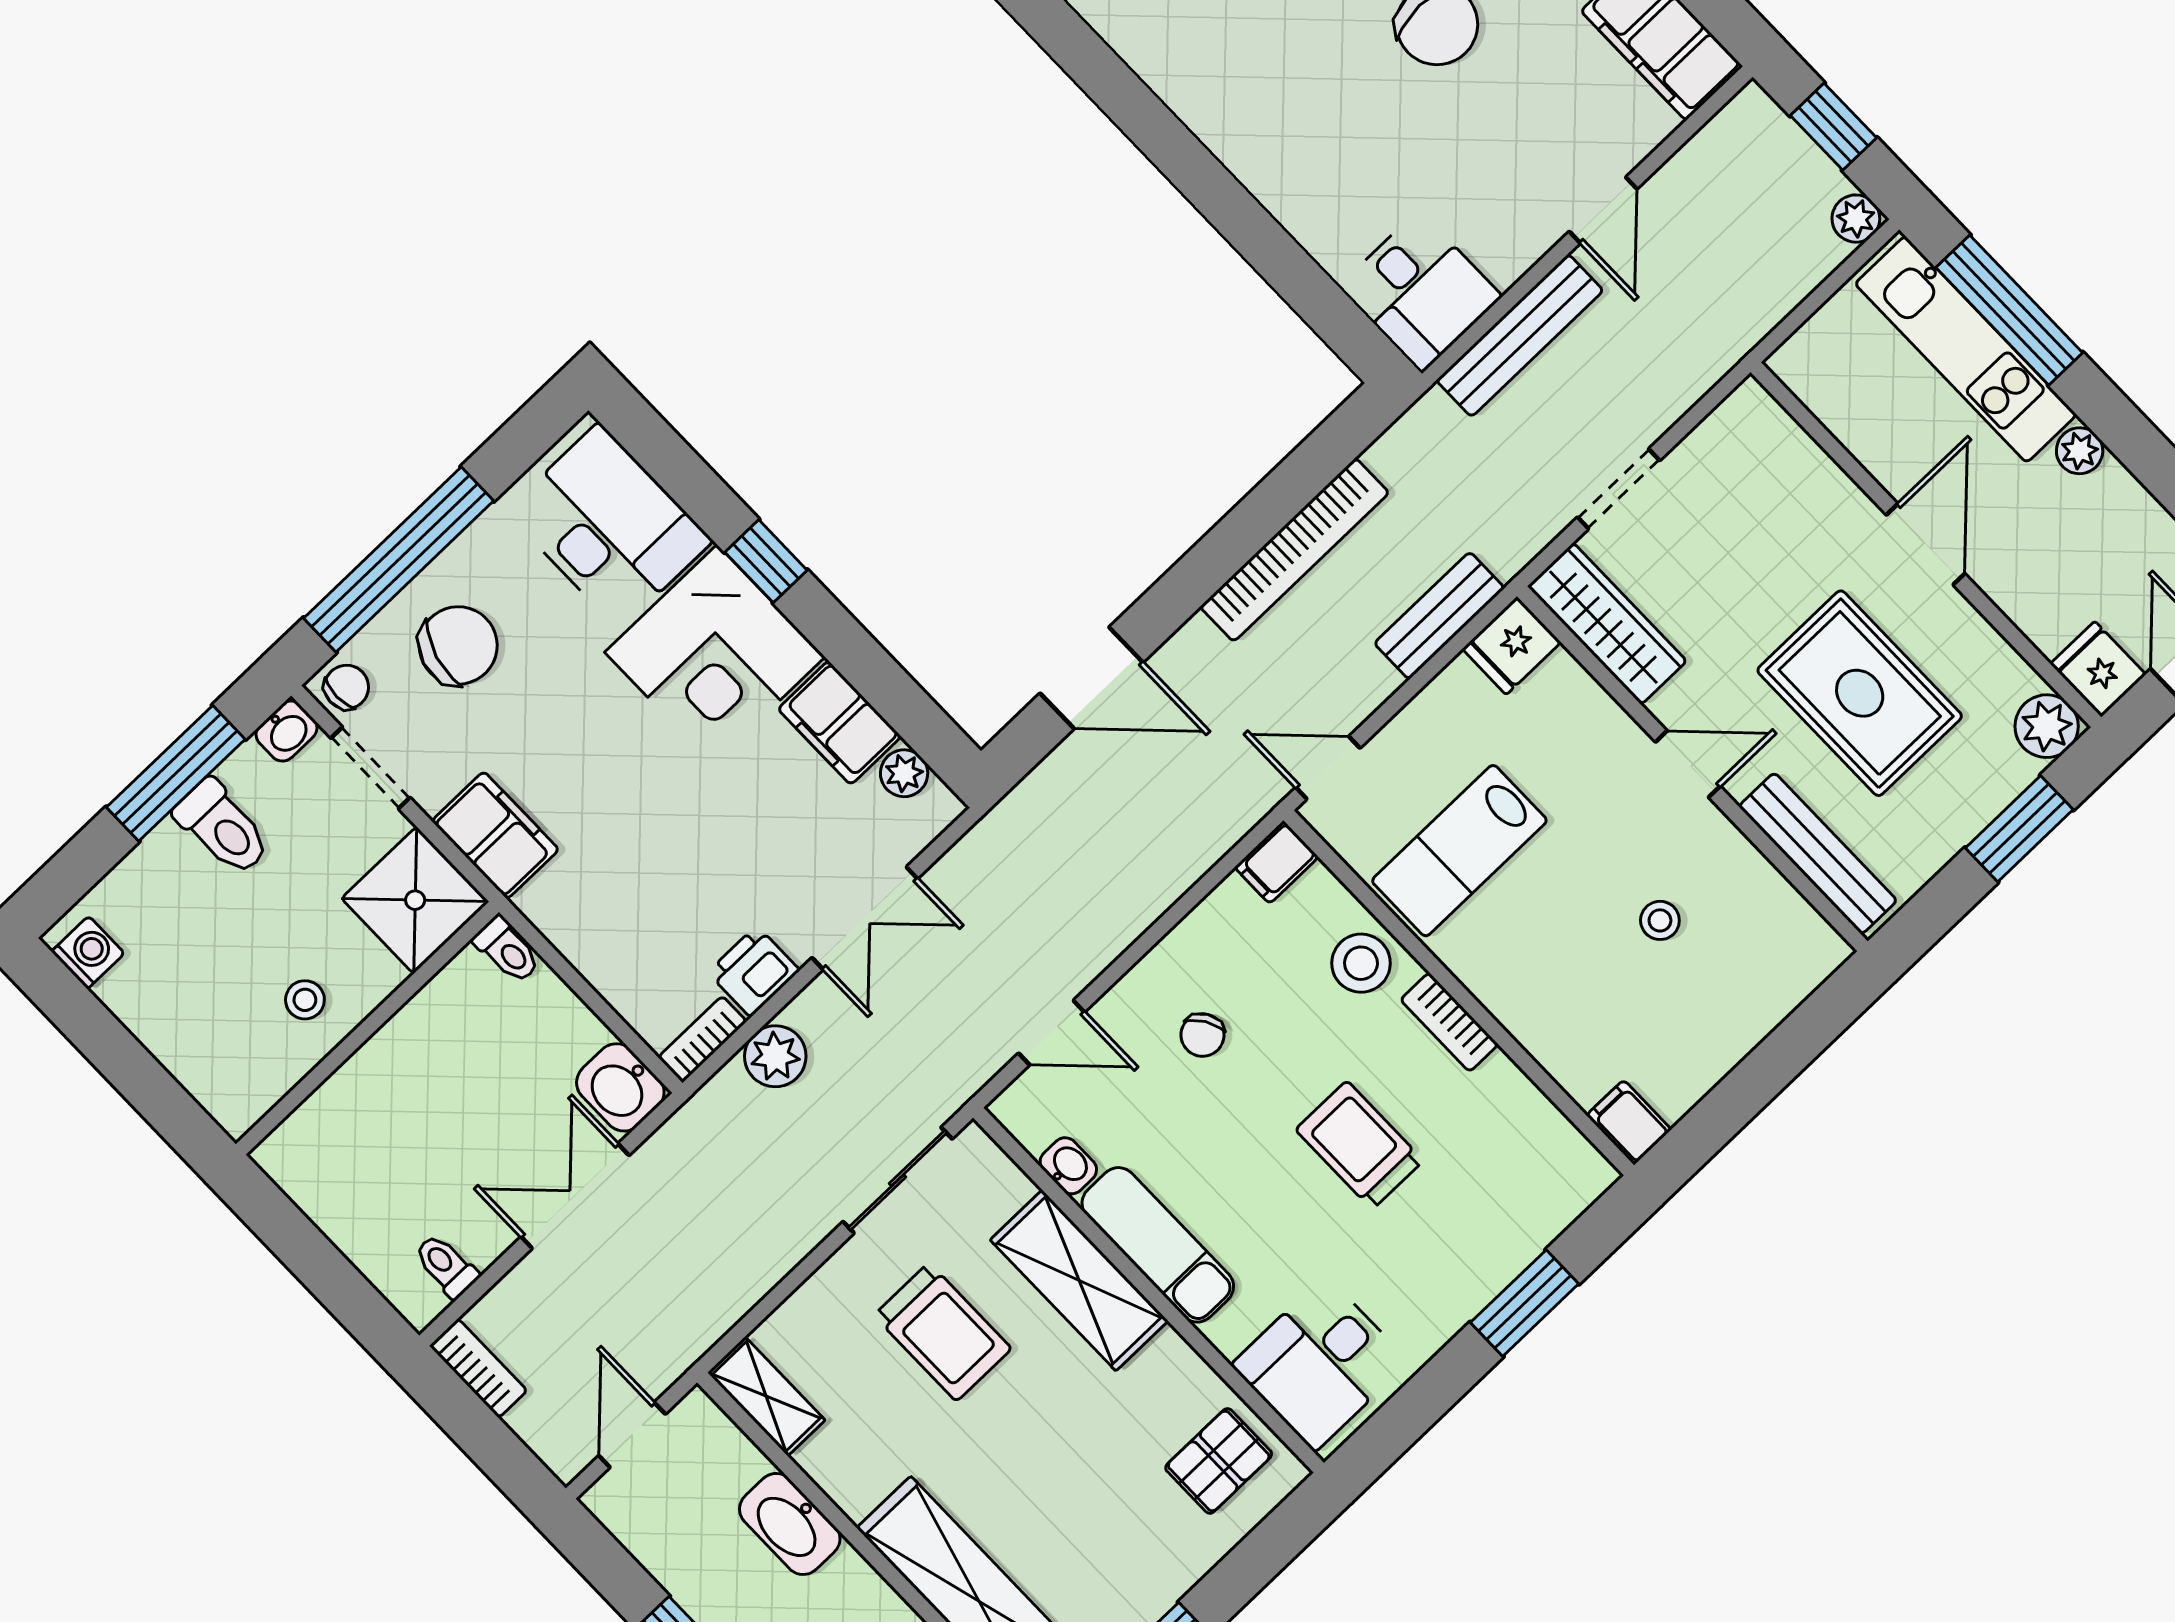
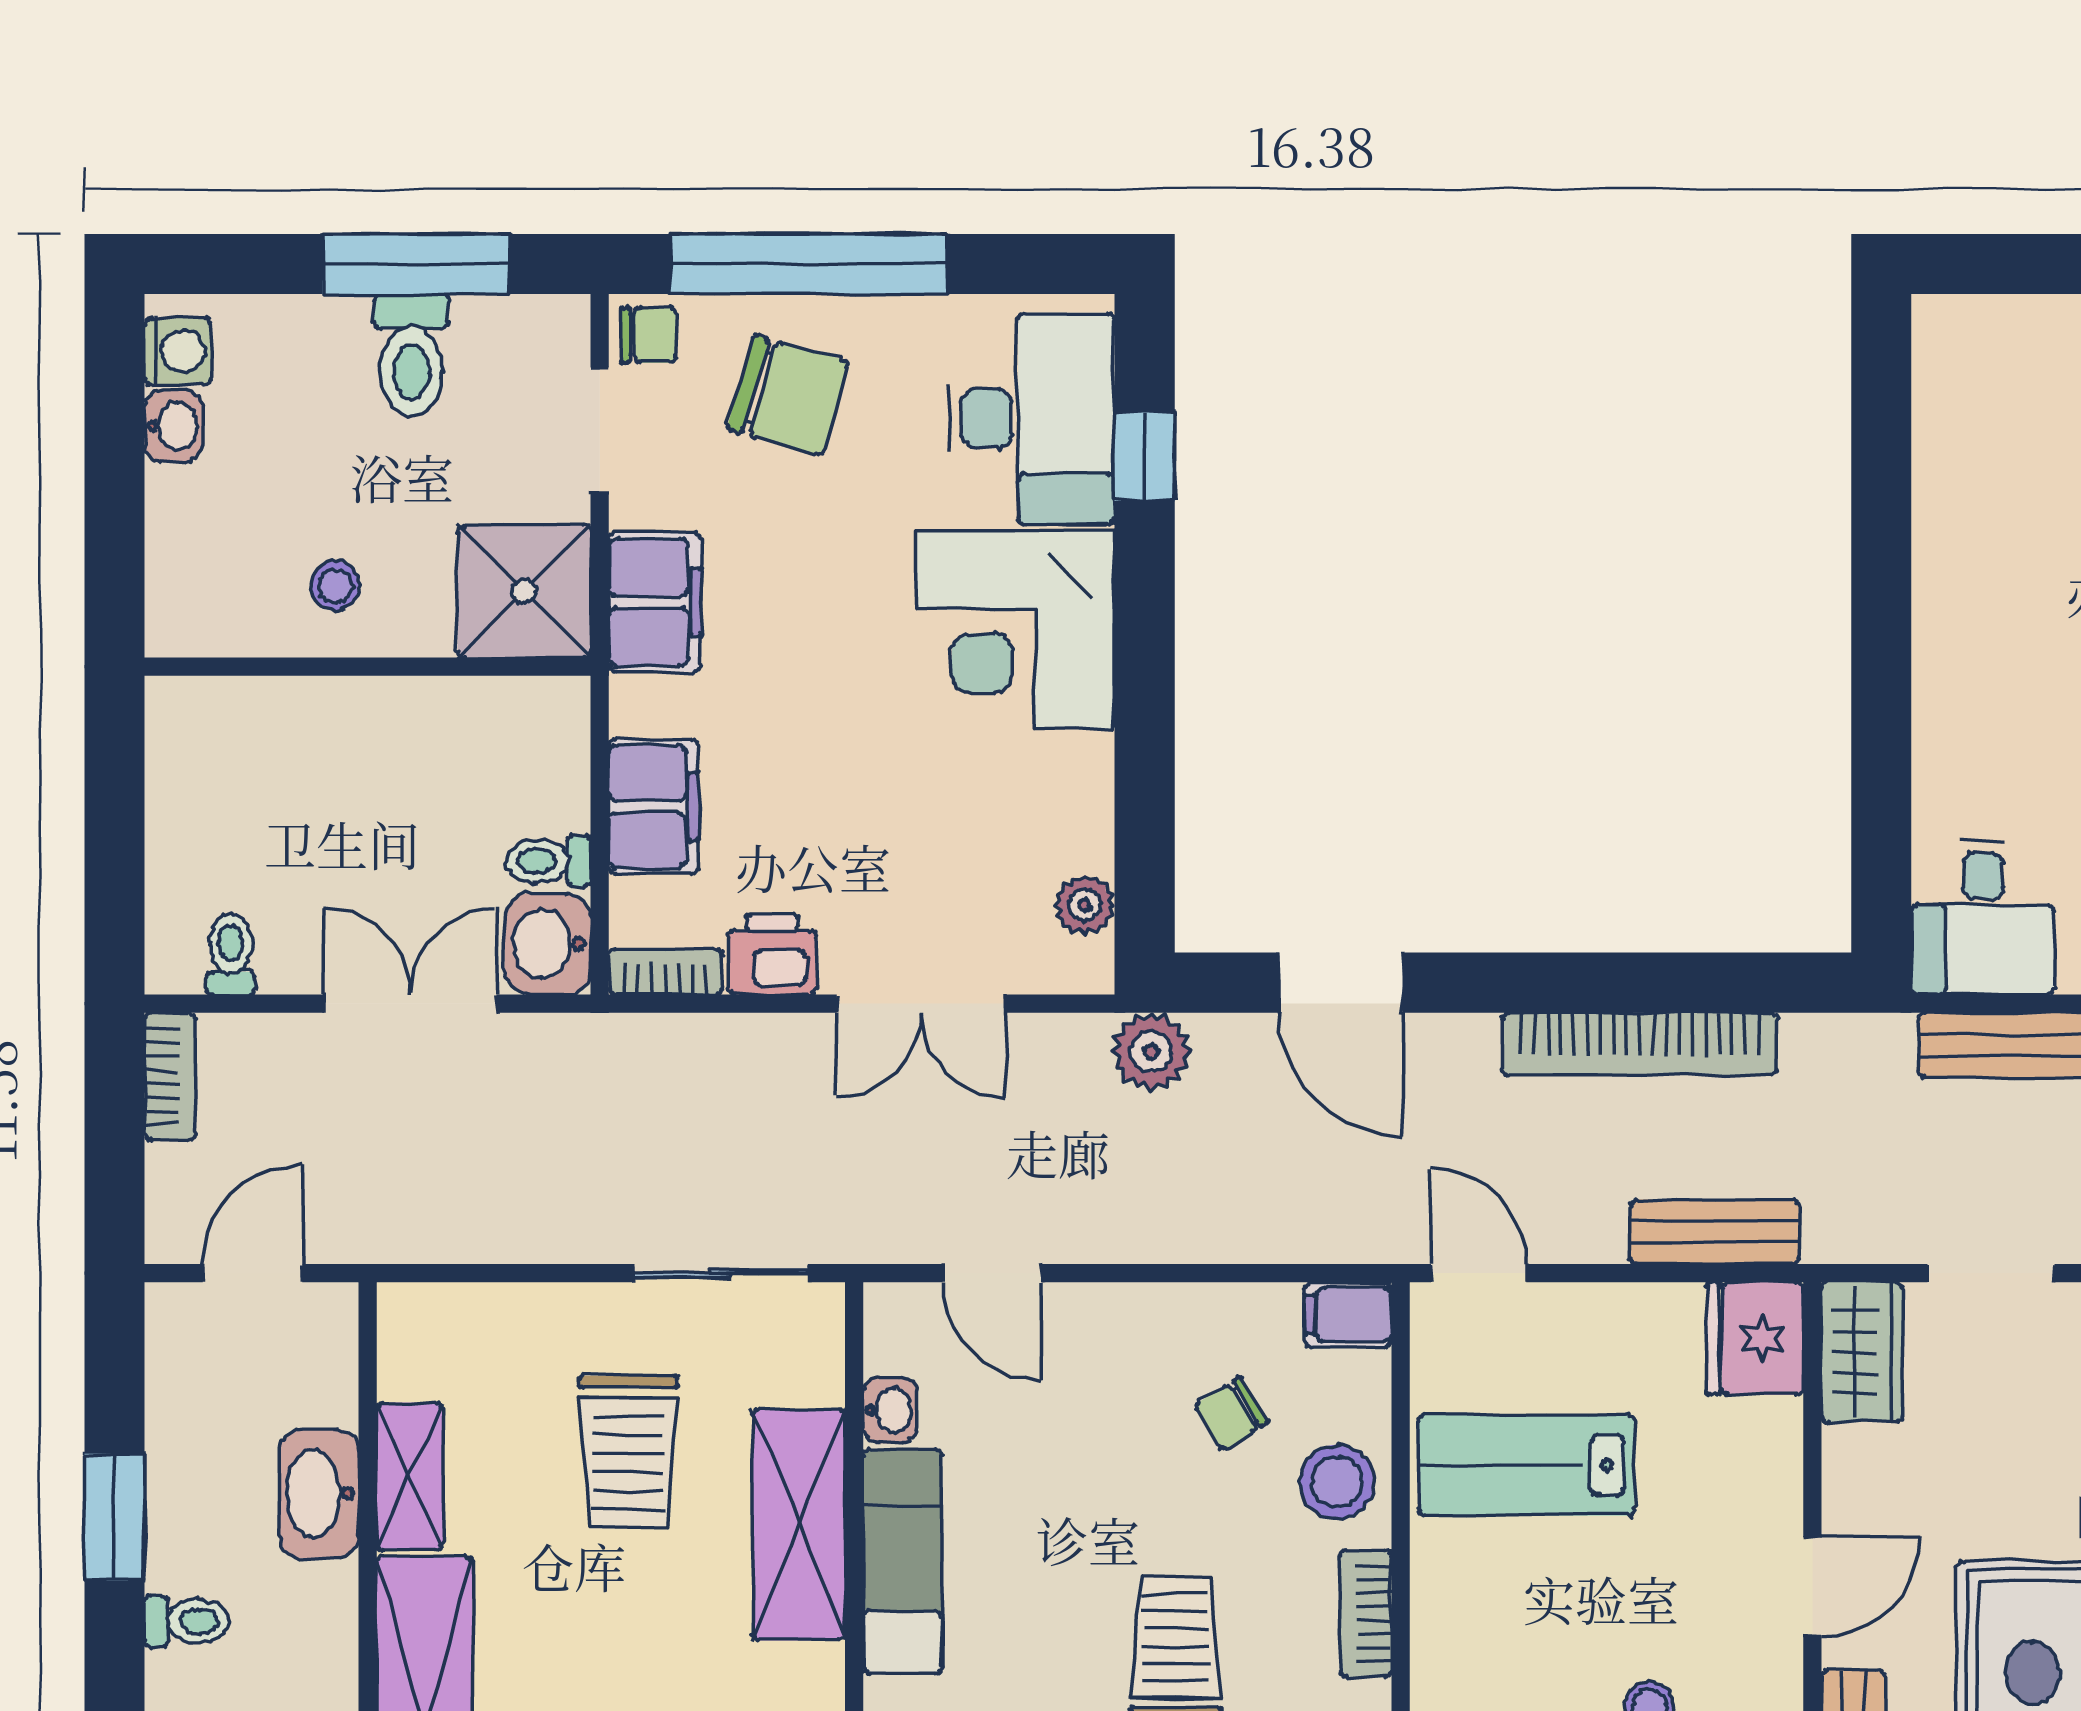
window: (766, 561) -> (1145, 456), moved
wardrobe: (1607, 624) -> (1862, 1352), width x0.67
fridge: (1512, 646) -> (1755, 1338), width x1.38
filing cabinet: (840, 723) -> (653, 806), moved, turned 180
washbasin: (287, 731) -> (173, 426), moved, turned -90
door: (1688, 764) -> (1812, 1587), hinge flipped
toilet: (507, 950) -> (548, 861), moved, turned 90
chair: (1202, 1035) -> (1231, 1414), moved
plant: (775, 1056) -> (1151, 1052), moved
shelving: (766, 1396) -> (410, 1476), moved

